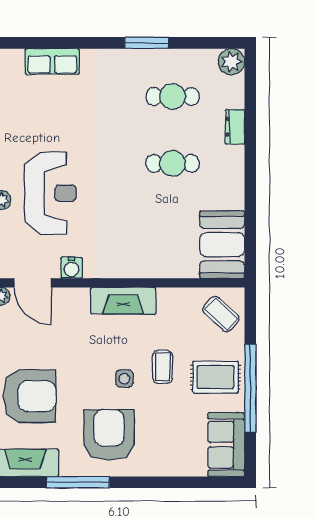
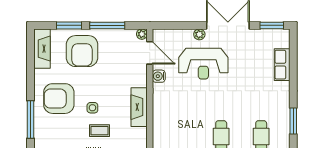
door: (33, 283) -> (150, 53), swing flipped
armchair: (109, 435) -> (59, 99), turned 180
window: (78, 482) -> (31, 120), moved

